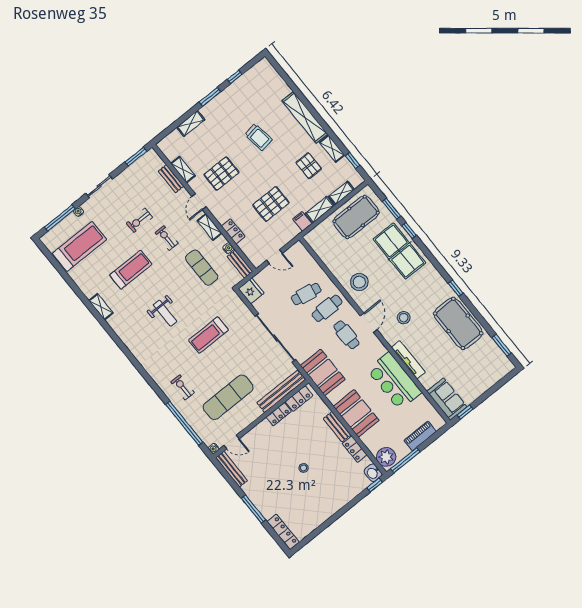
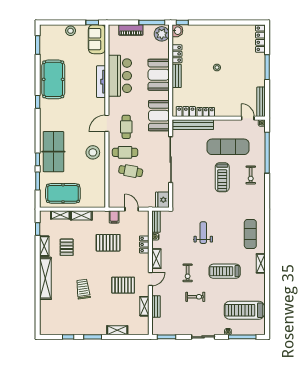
filing cabinet: (302, 221) -> (114, 217), moved
exercise mat: (202, 268) -> (250, 234), moved
weight bench: (165, 313) -> (203, 233), moved
stool: (404, 318) -> (71, 31), moved
treadmill: (208, 335) -> (222, 177), moved, turned 90

